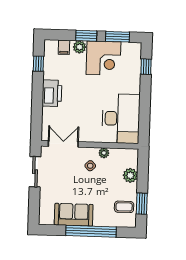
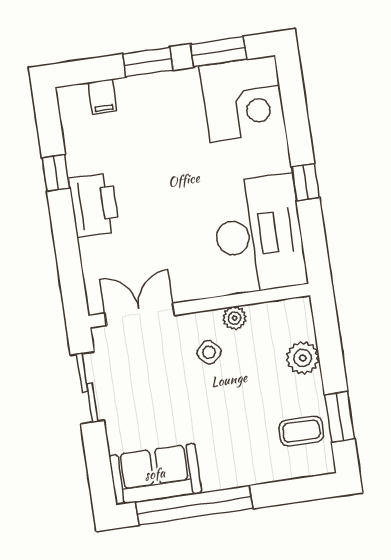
plant: (80, 47) -> (137, 90), removed
corner desk: (103, 58) -> (243, 99), moved
window: (38, 64) -> (56, 173), moved
window: (146, 67) -> (305, 182), moved
sofa: (74, 215) -> (155, 474), moved
window: (91, 231) -> (194, 505), moved

